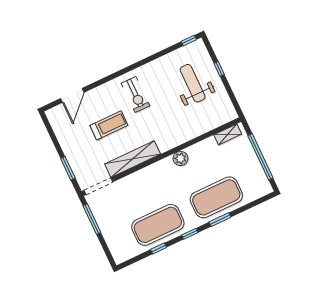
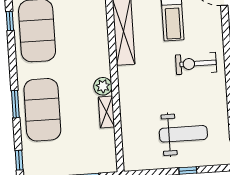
shelving: (228, 134) -> (106, 112), moved
window: (190, 234) -> (19, 160), moved

